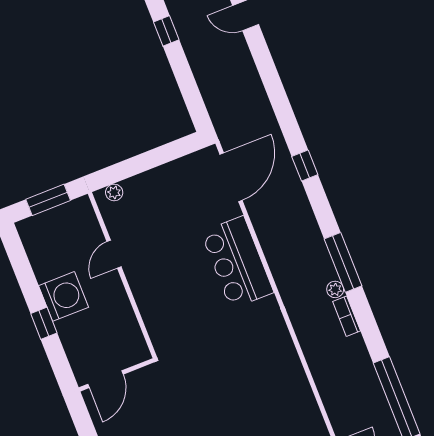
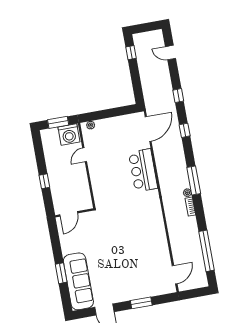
window: (278, 98) -> (178, 96), added
washing machine: (63, 296) -> (69, 134), moved, turned 90

